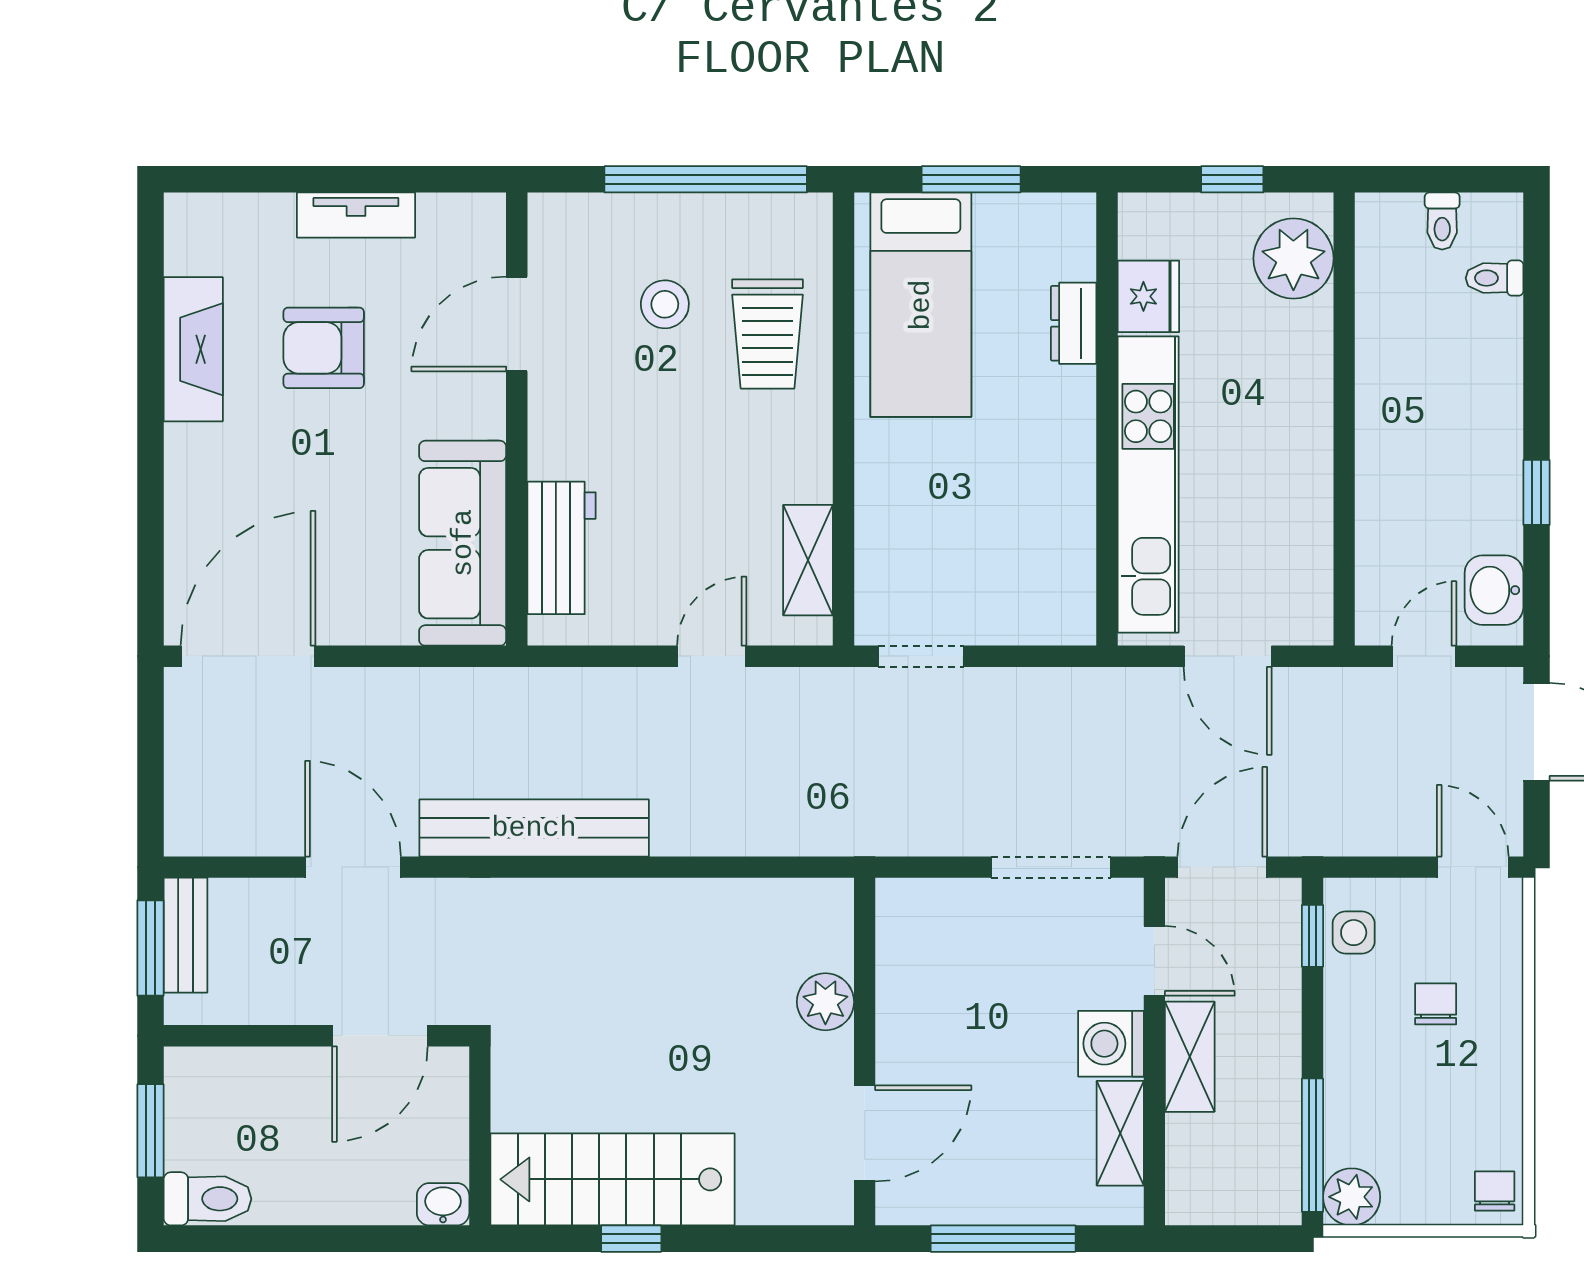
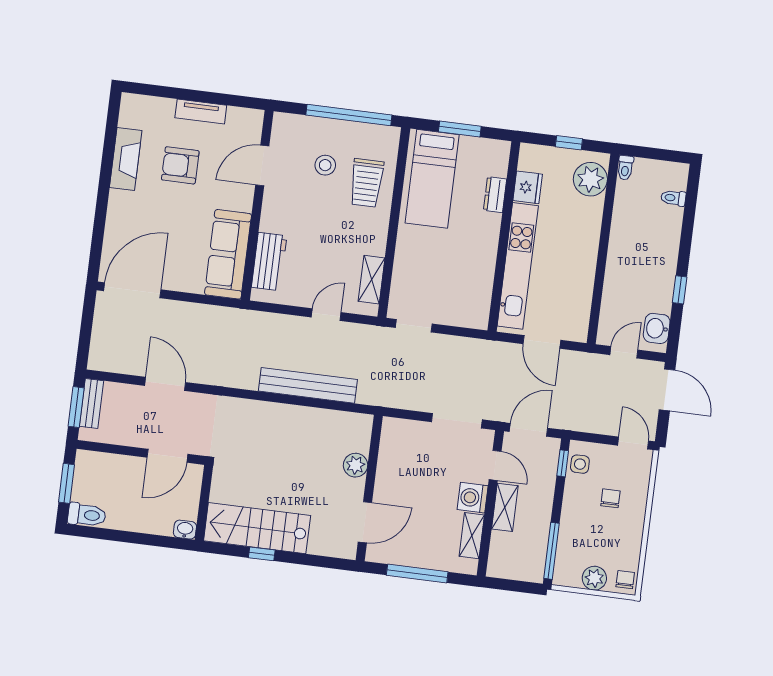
toilet: (1442, 221) -> (625, 168), moved
bench: (534, 828) -> (308, 385), moved
plant: (1352, 1197) -> (594, 578), moved

